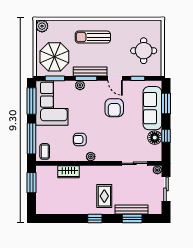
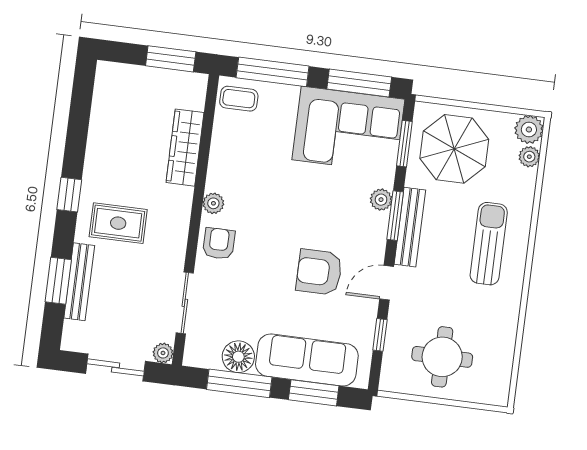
plant: (54, 24) -> (529, 157), added
window: (166, 136) -> (239, 383), width x2.17
armchair: (80, 140) -> (219, 244), moved
wardrobe: (68, 172) -> (185, 148), width x1.50

